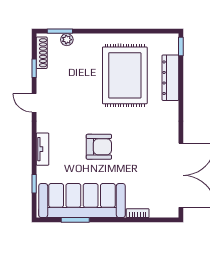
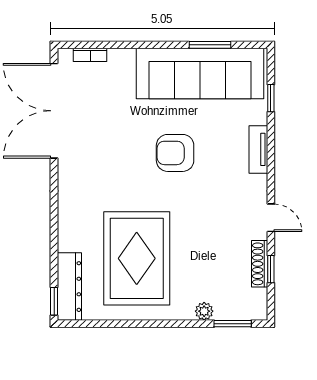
plant: (67, 40) -> (204, 311), moved
shoe rack: (42, 53) -> (260, 264), moved
dresser: (170, 78) -> (69, 287), moved
bookcase: (138, 213) -> (90, 55), moved

